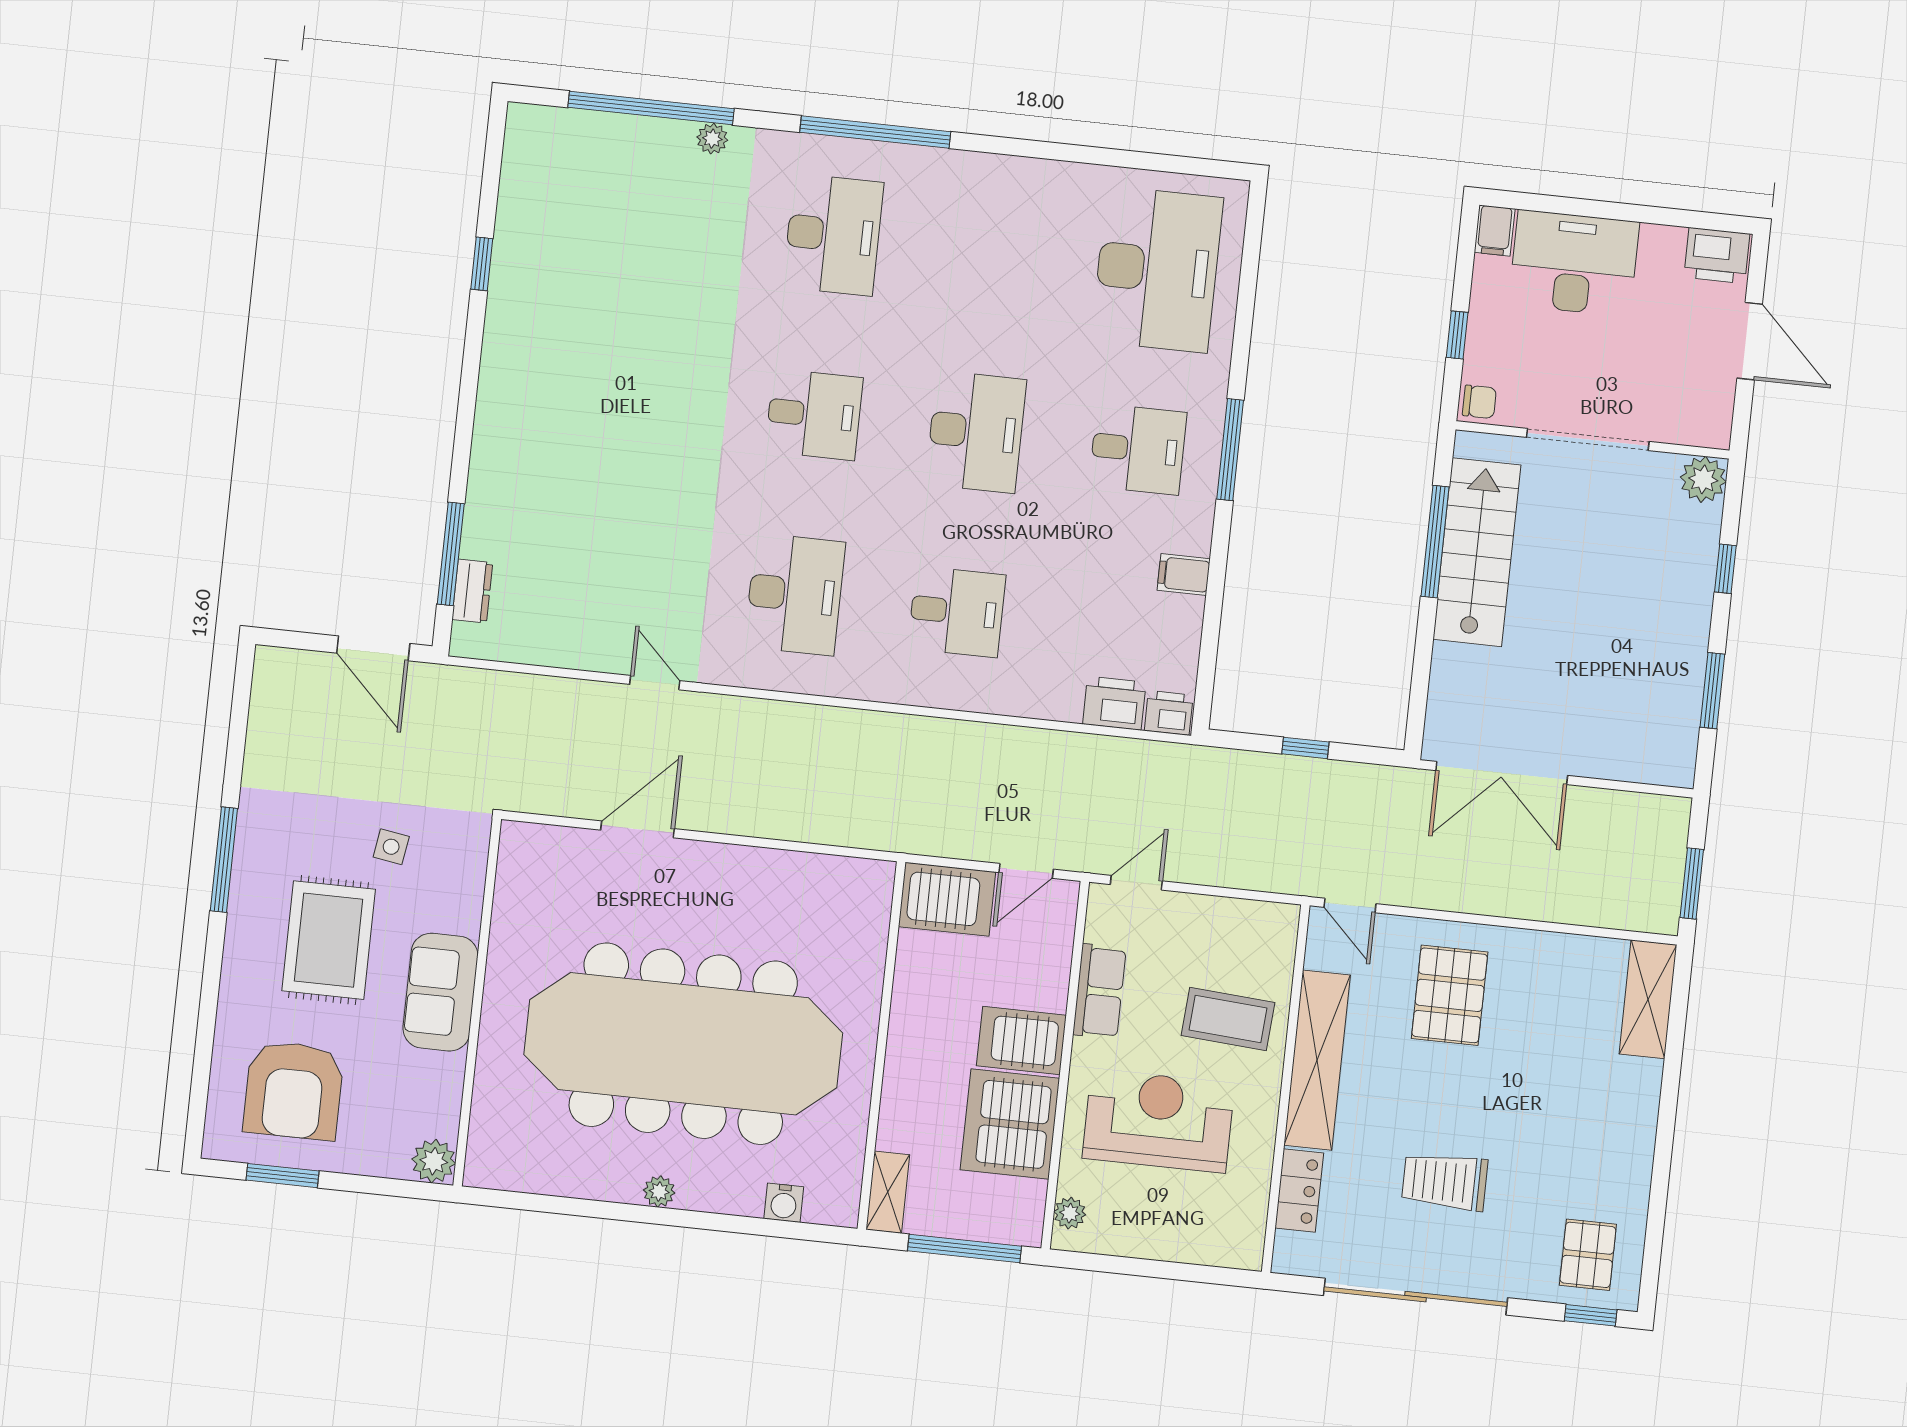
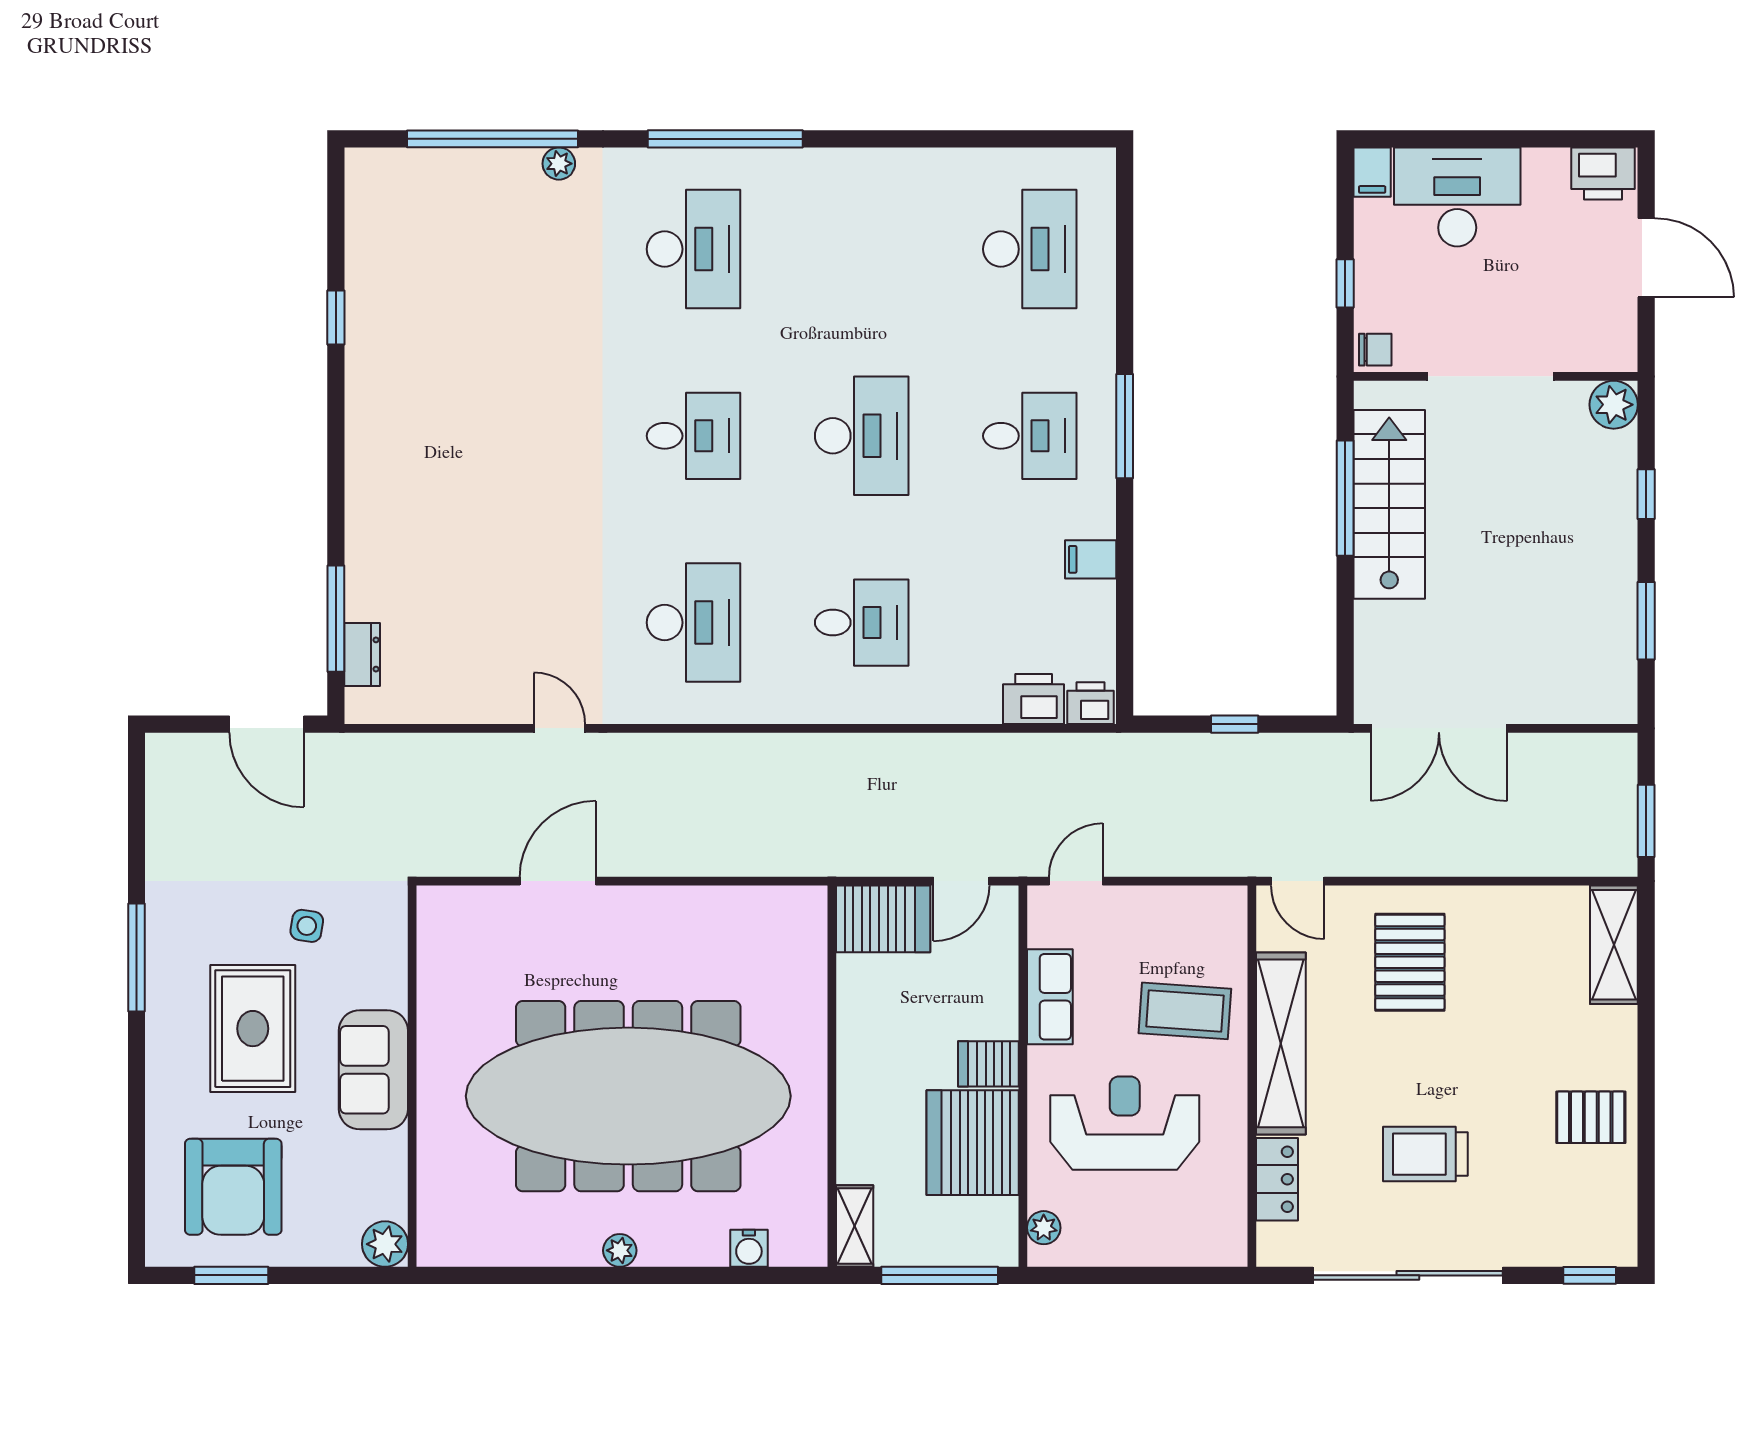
desk: (1157, 269) -> (1030, 249), width x0.73, depth x0.77
server rack: (1021, 1040) -> (988, 1064), width x0.73, depth x0.70
pallet: (1588, 1255) -> (1591, 1117), moved, turned 90

